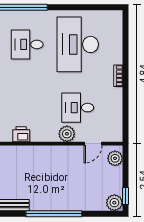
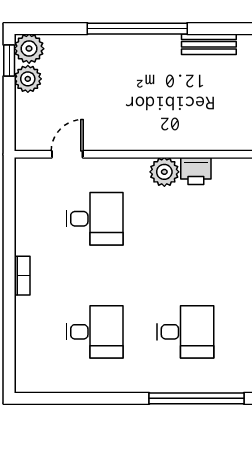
desk: (78, 44) -> (95, 332), width x0.53, depth x0.77
plant: (67, 134) -> (164, 172), moved
plant: (115, 158) -> (28, 79), moved

